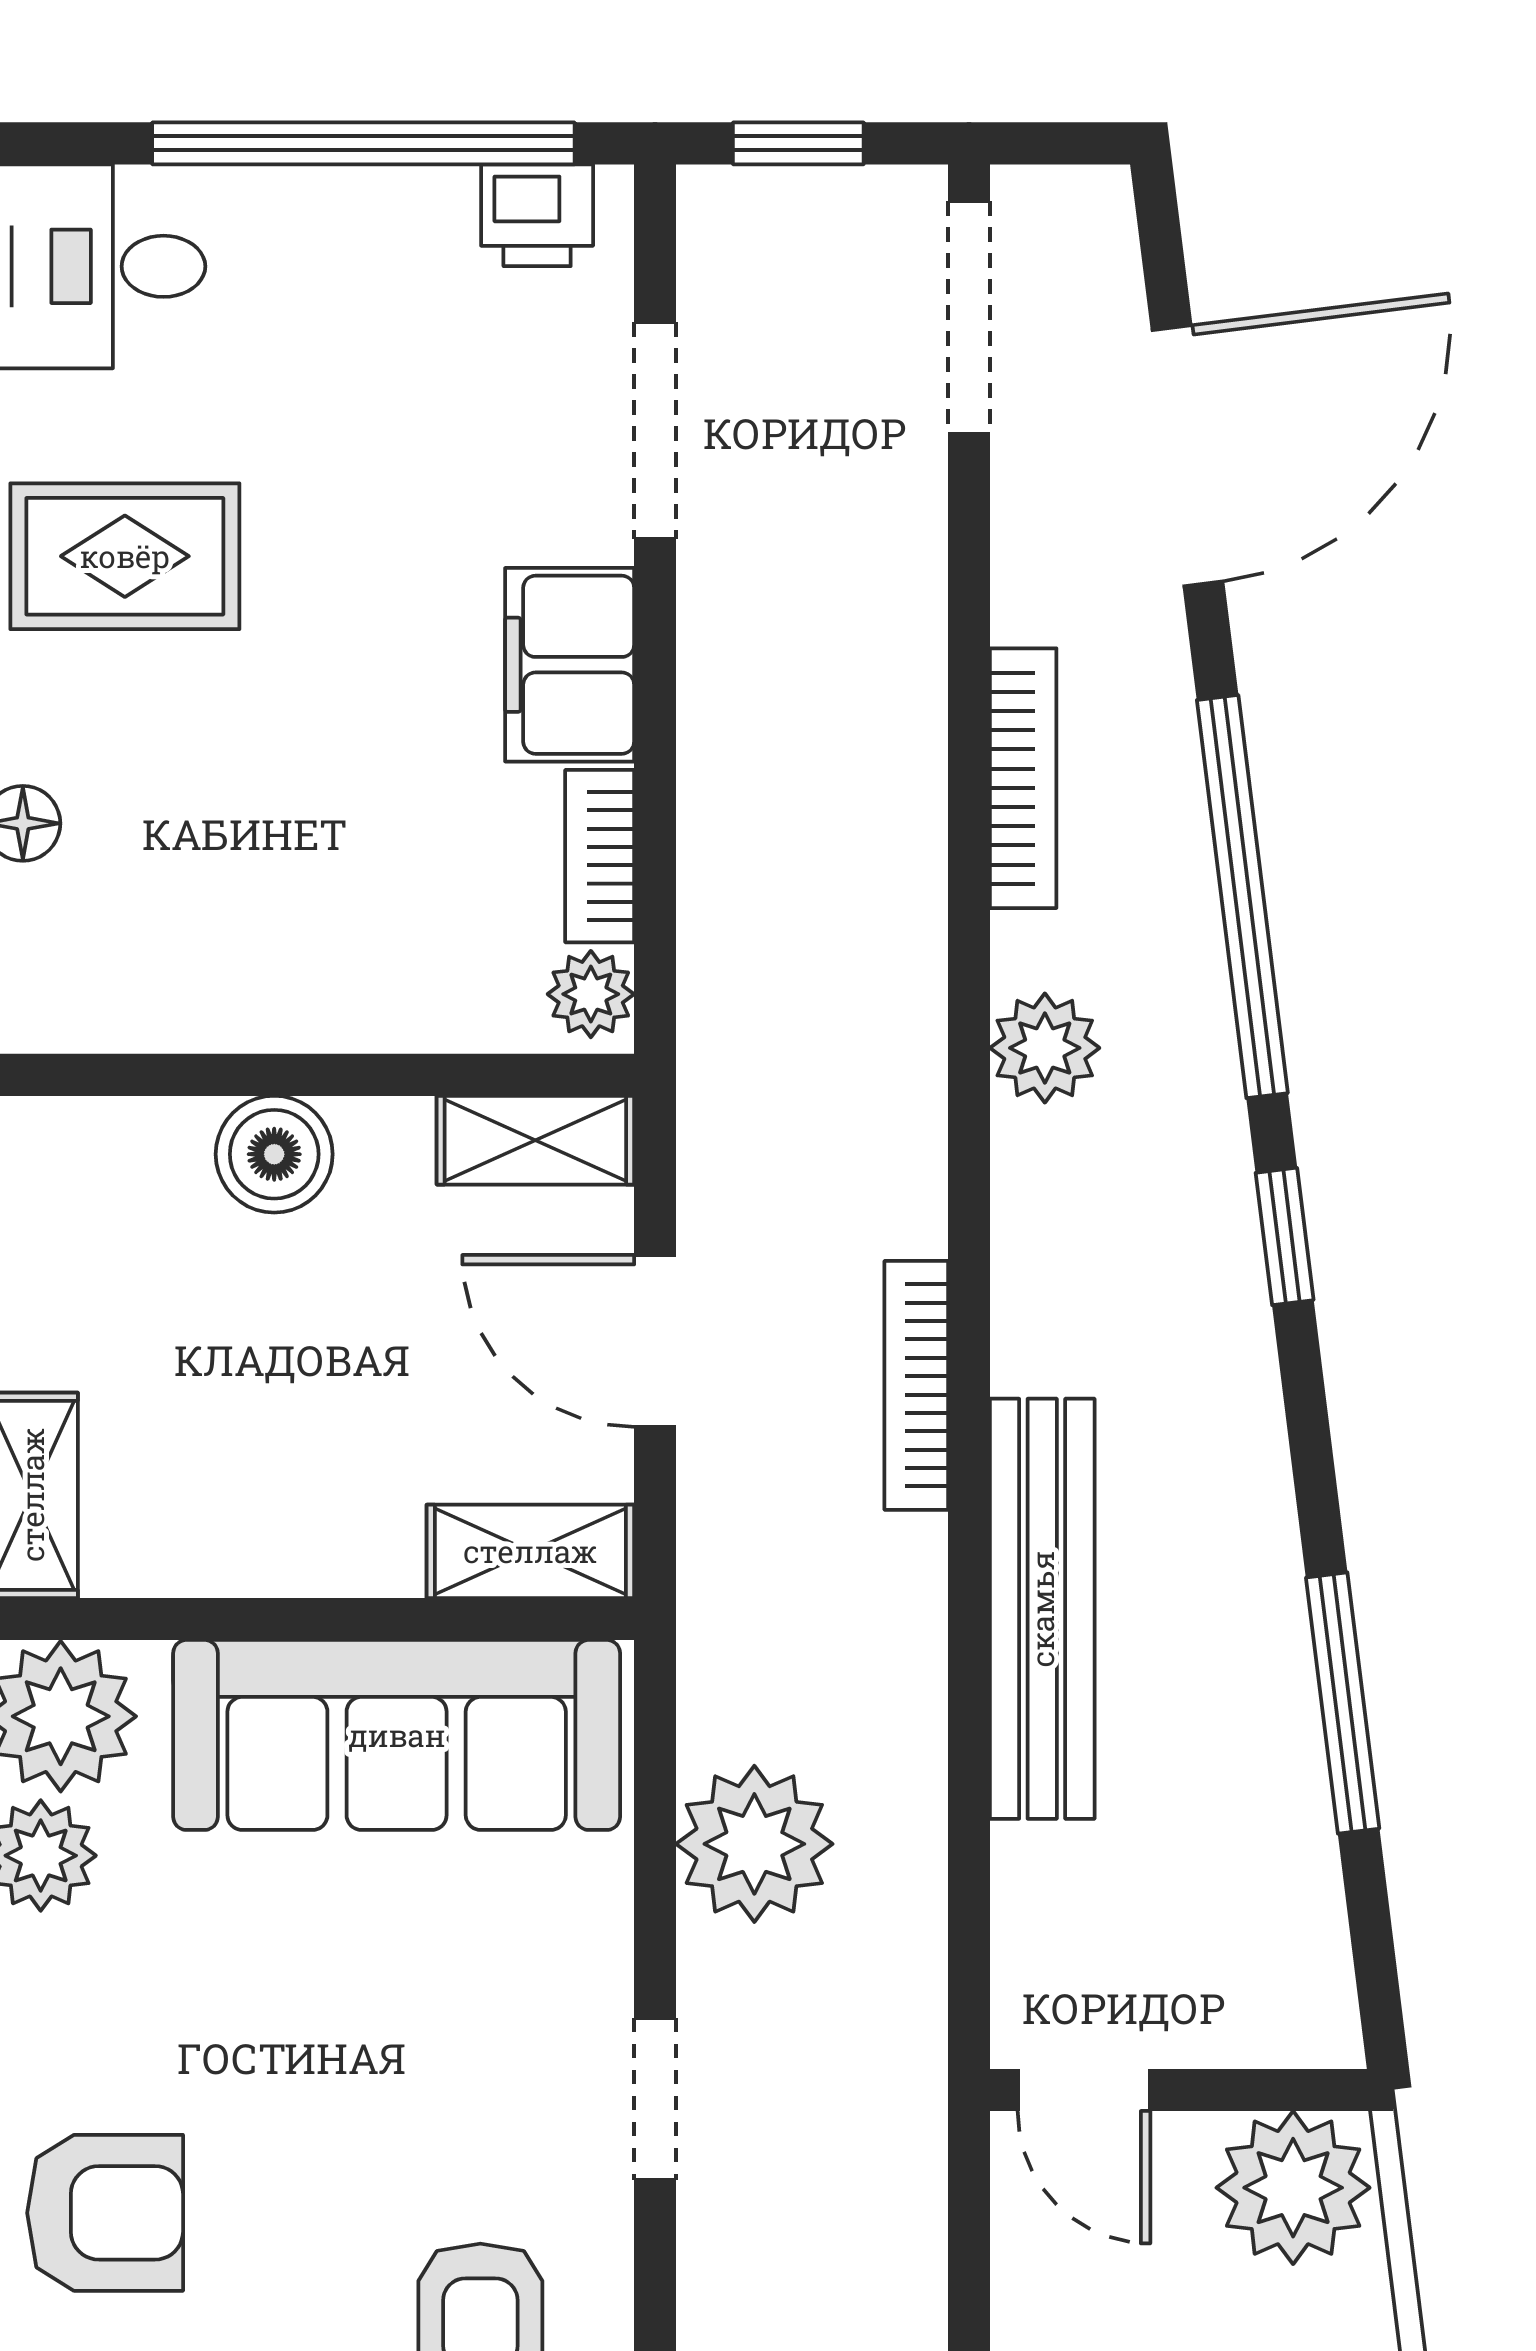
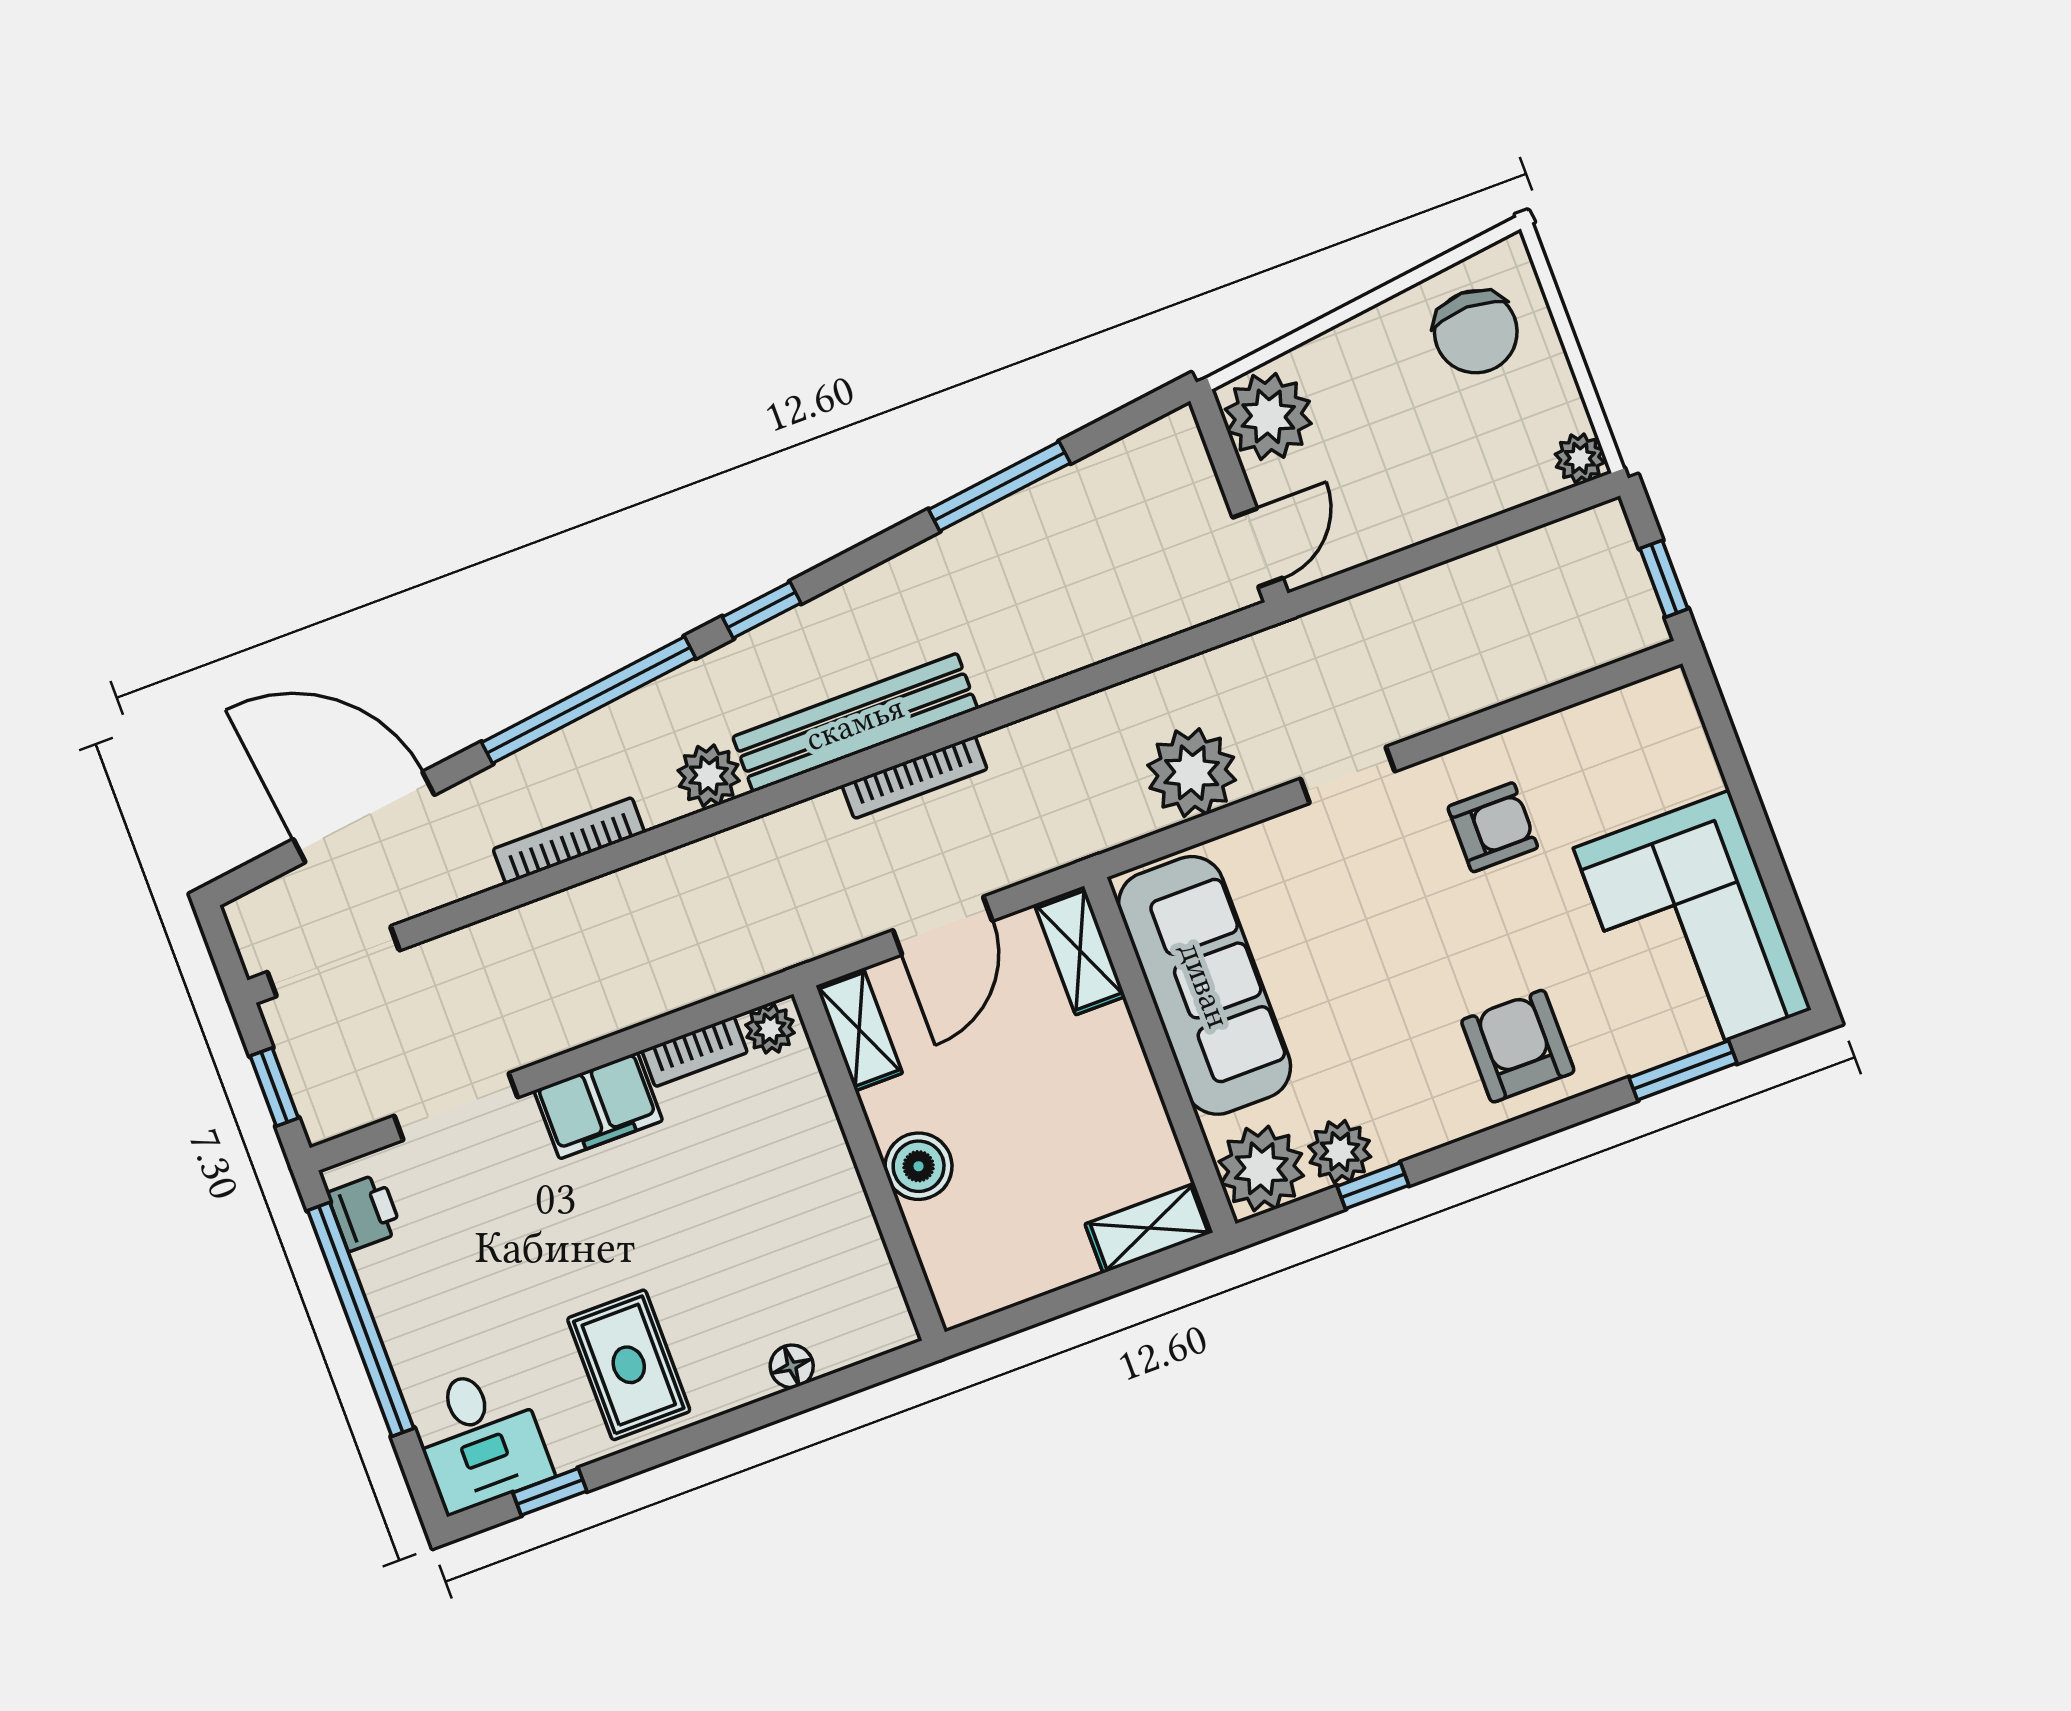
bench: (1042, 1609) -> (855, 723), moved

